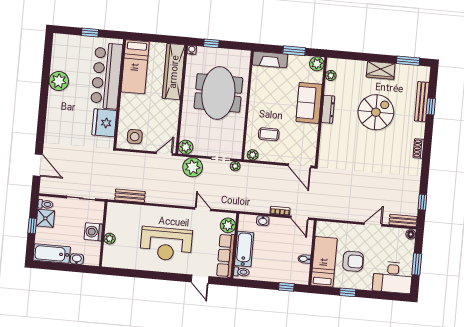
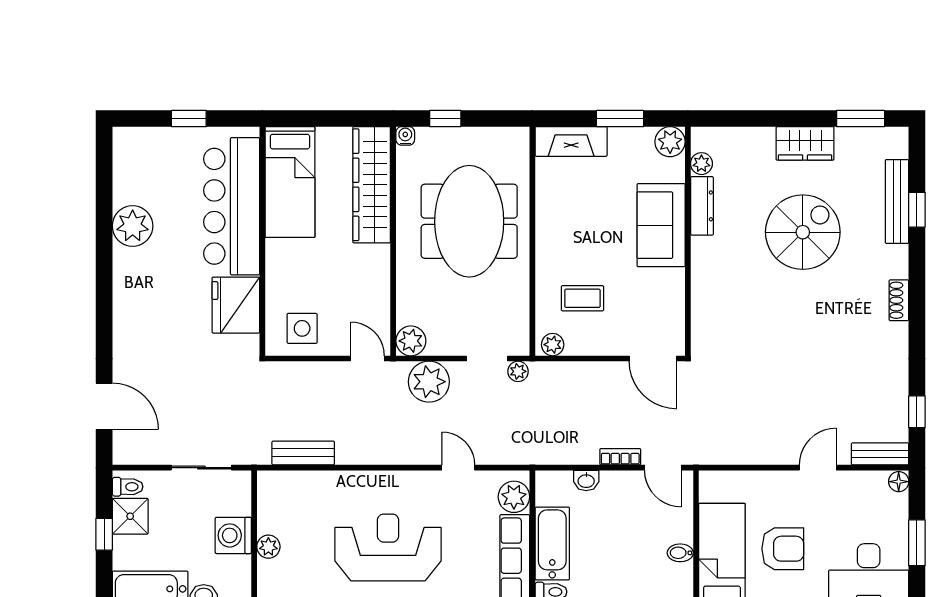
dresser: (328, 109) -> (702, 206), moved
door: (164, 154) -> (367, 358), hinge flipped
reception desk: (166, 244) -> (388, 547), turned 180

